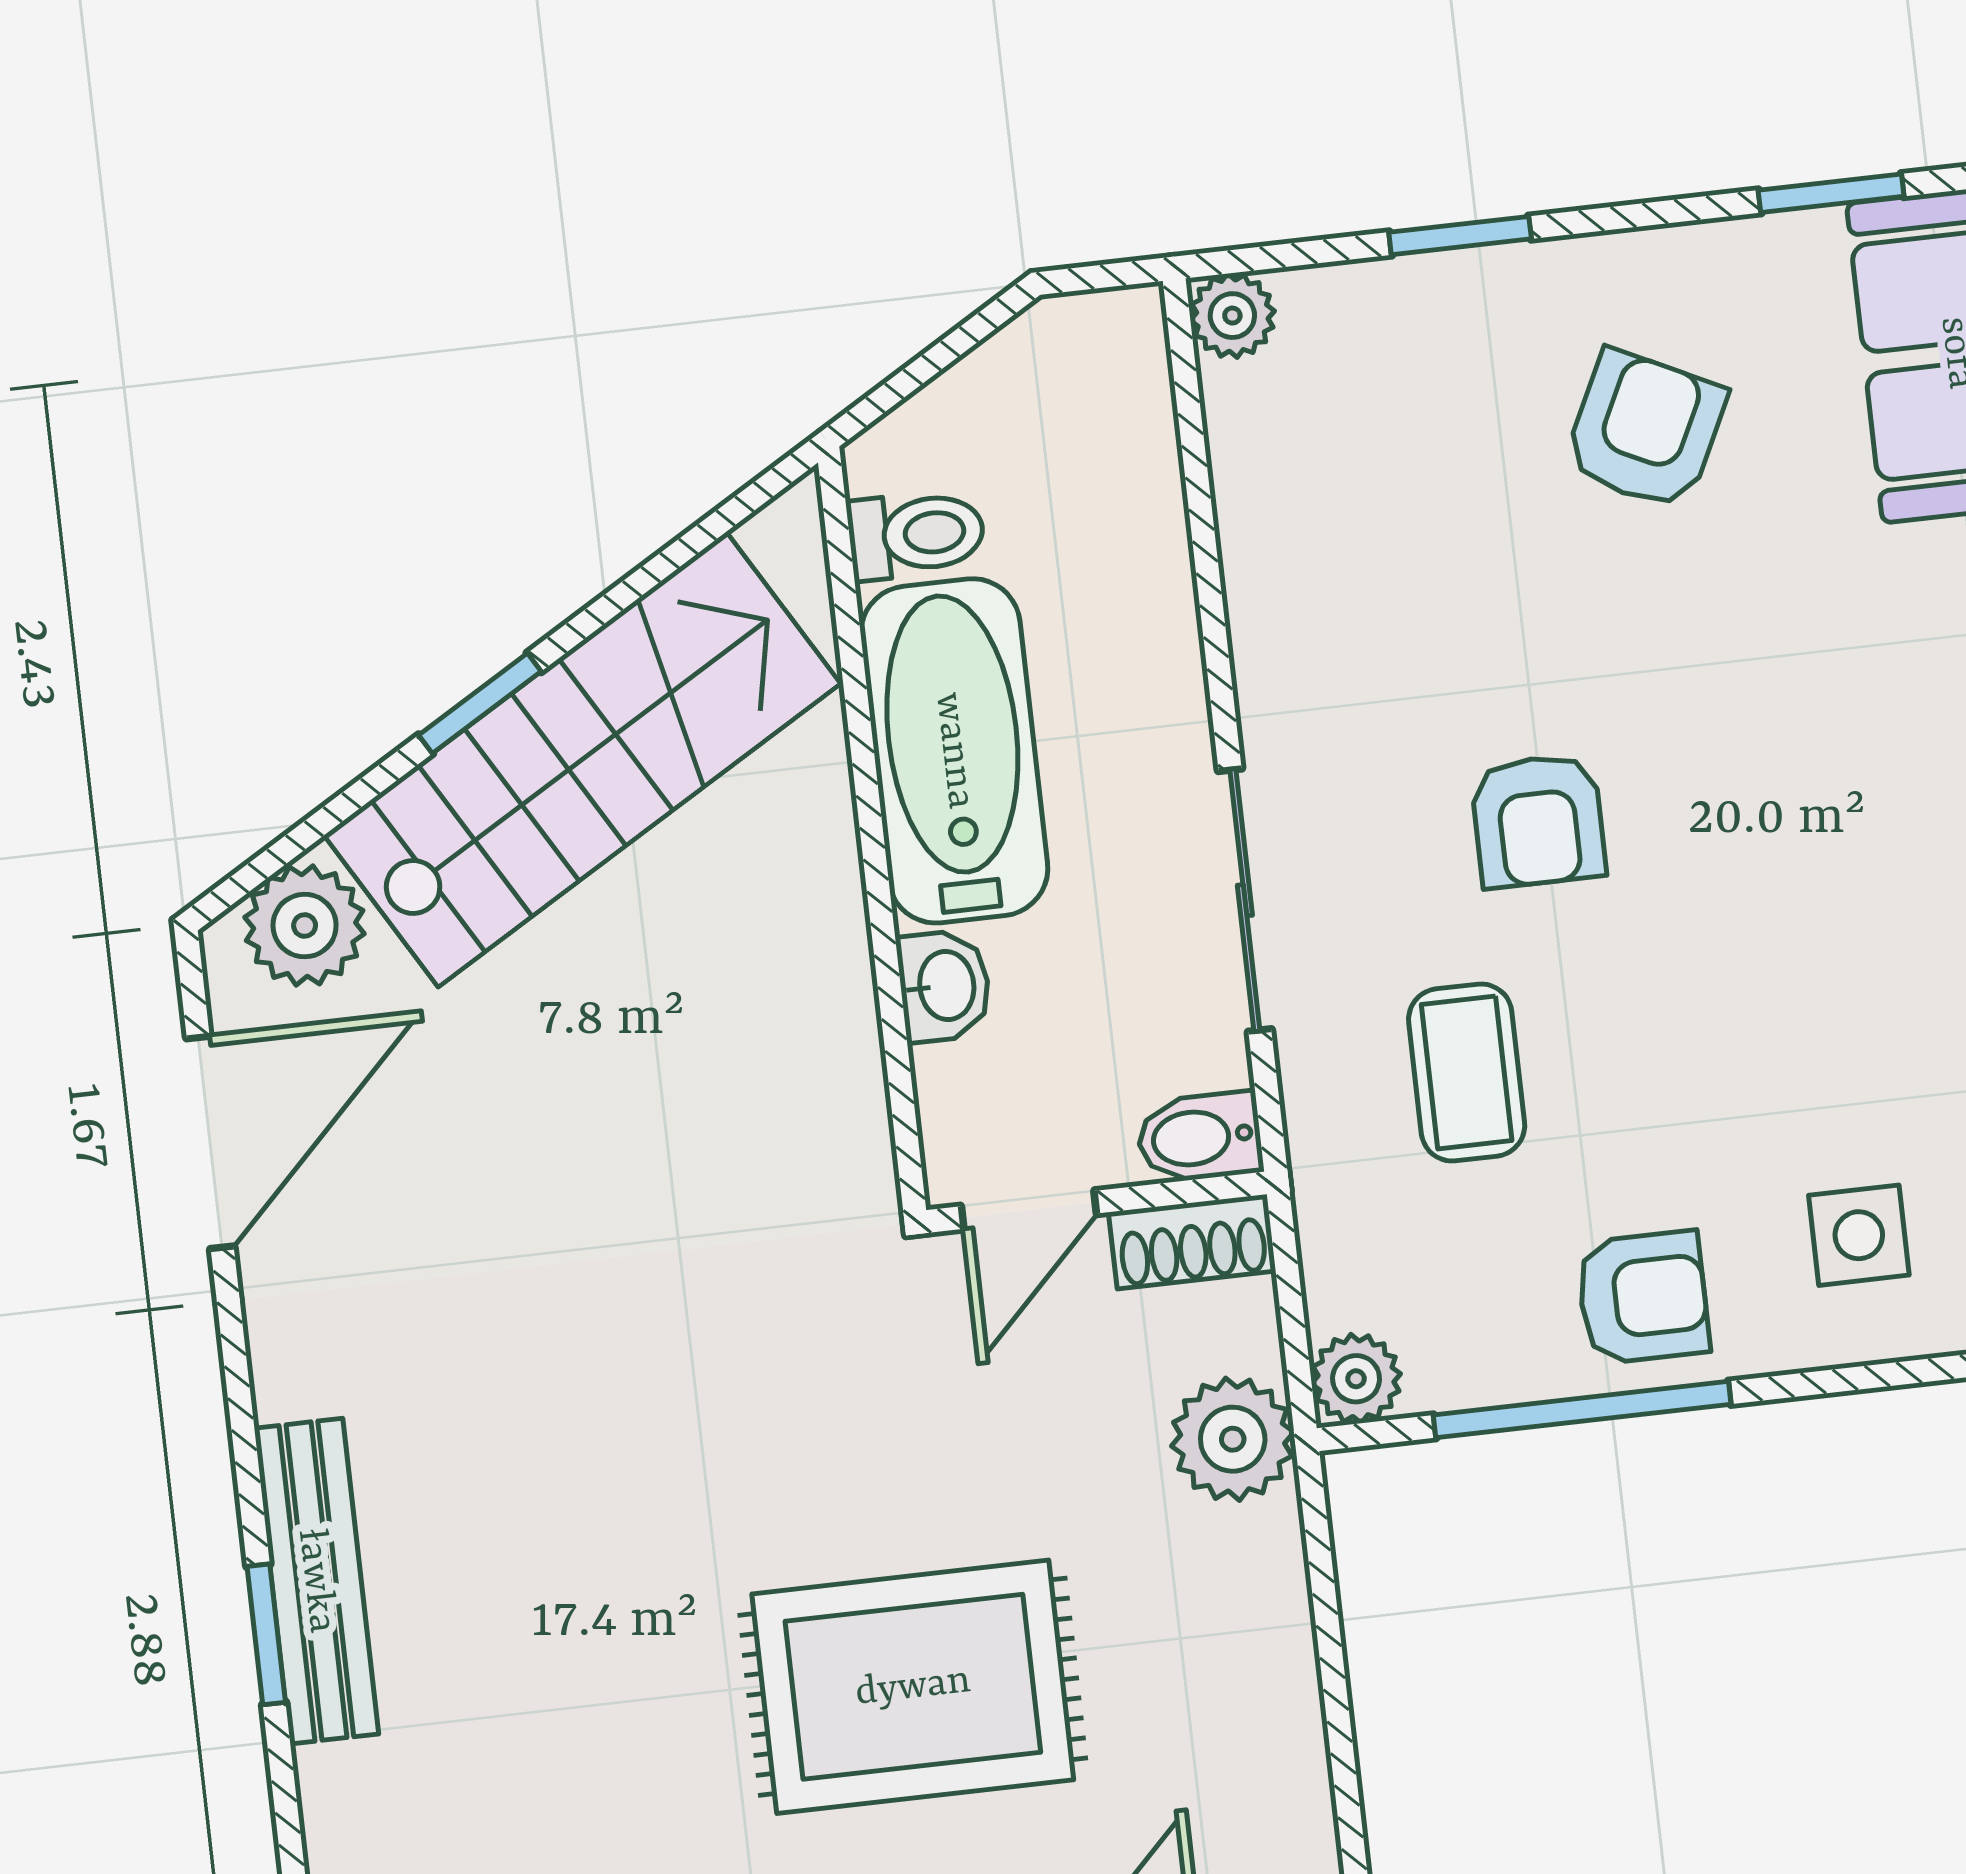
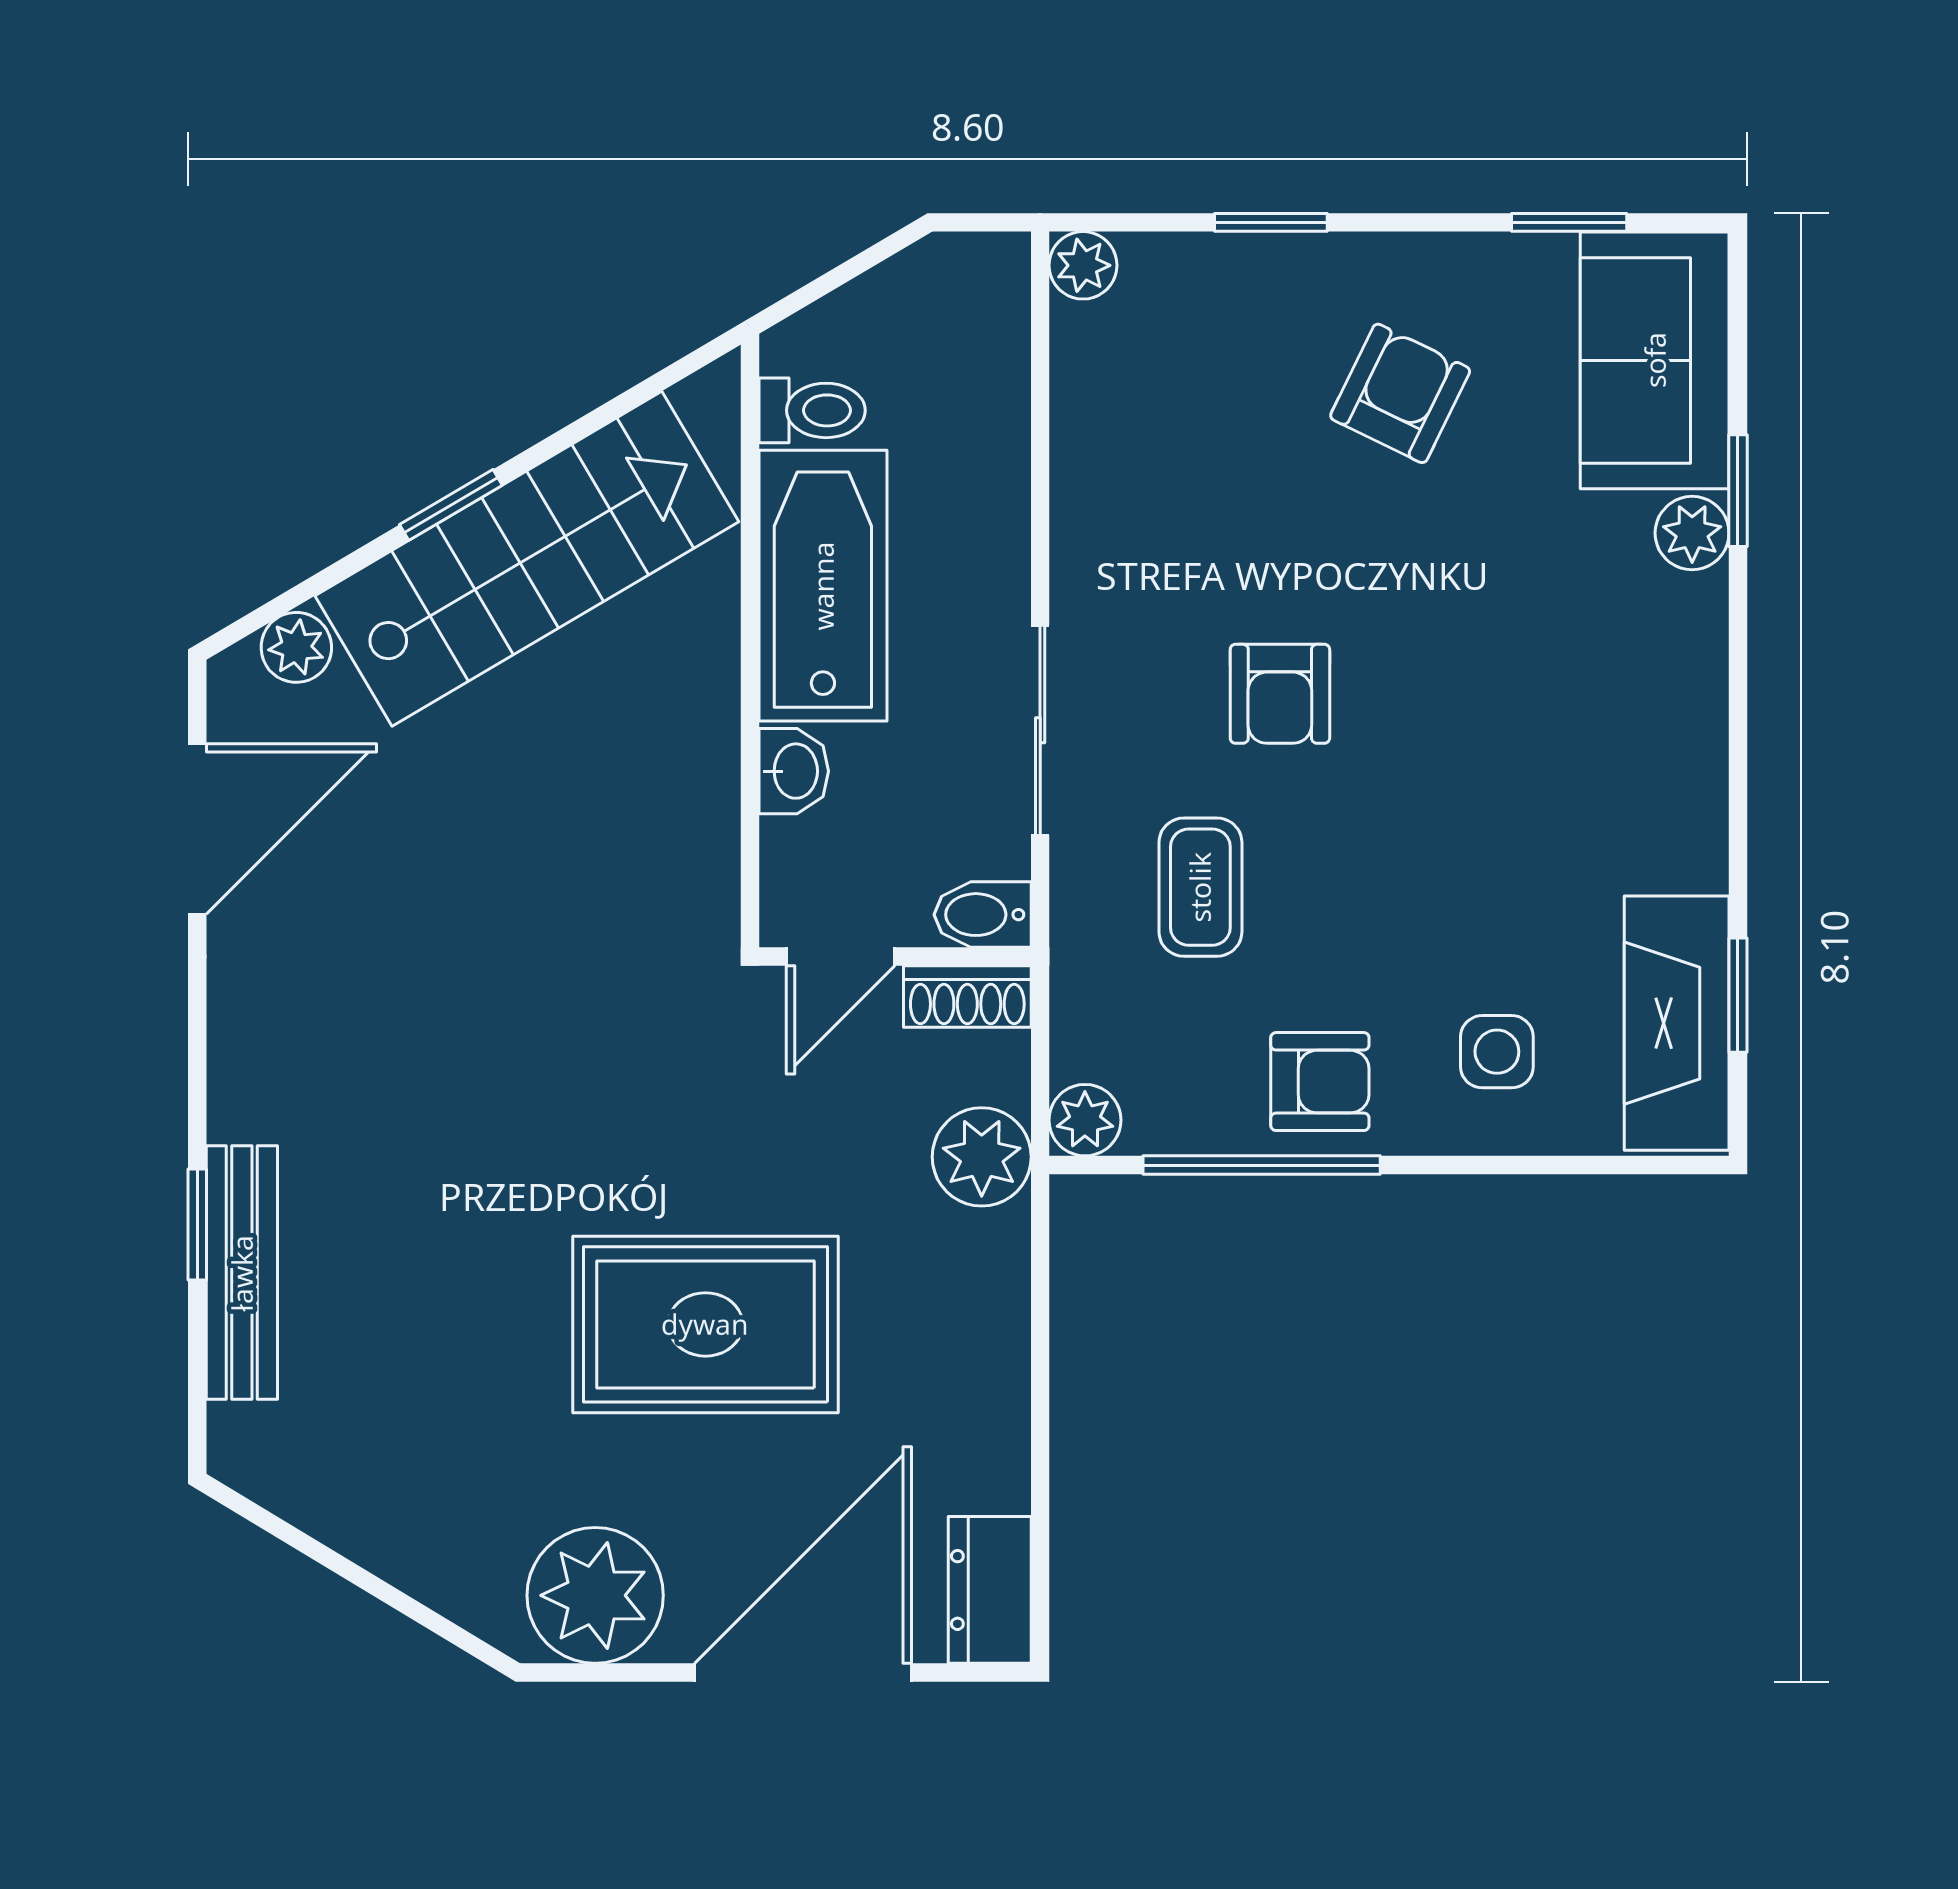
plant: (305, 926) -> (296, 647), width x0.73, depth x0.73
bench: (316, 1581) -> (242, 1273), moved

